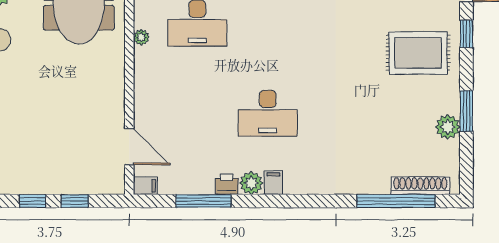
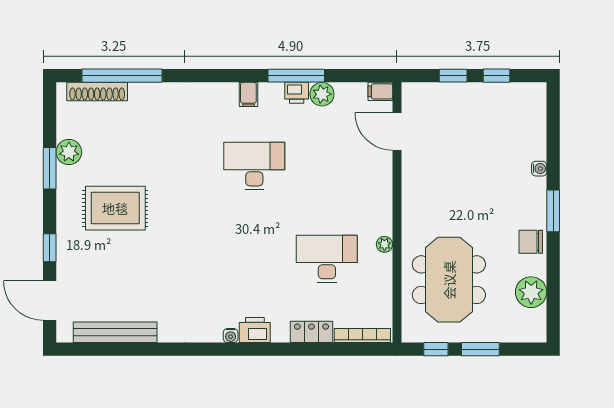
rug: (418, 53) -> (115, 208), moved
plant: (251, 183) -> (322, 94), moved
window: (204, 201) -> (296, 76), moved

